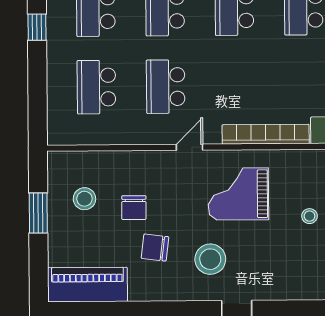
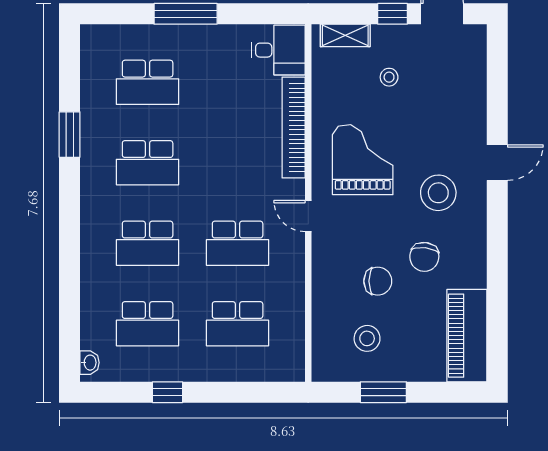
grand piano: (238, 194) -> (363, 160), turned 180

